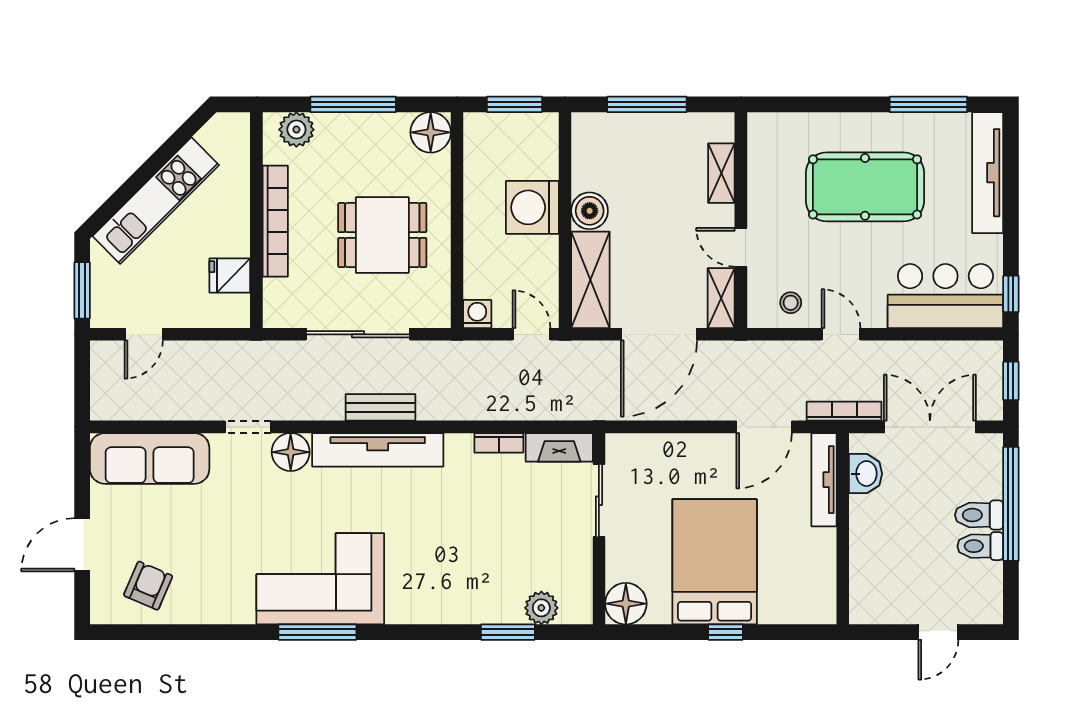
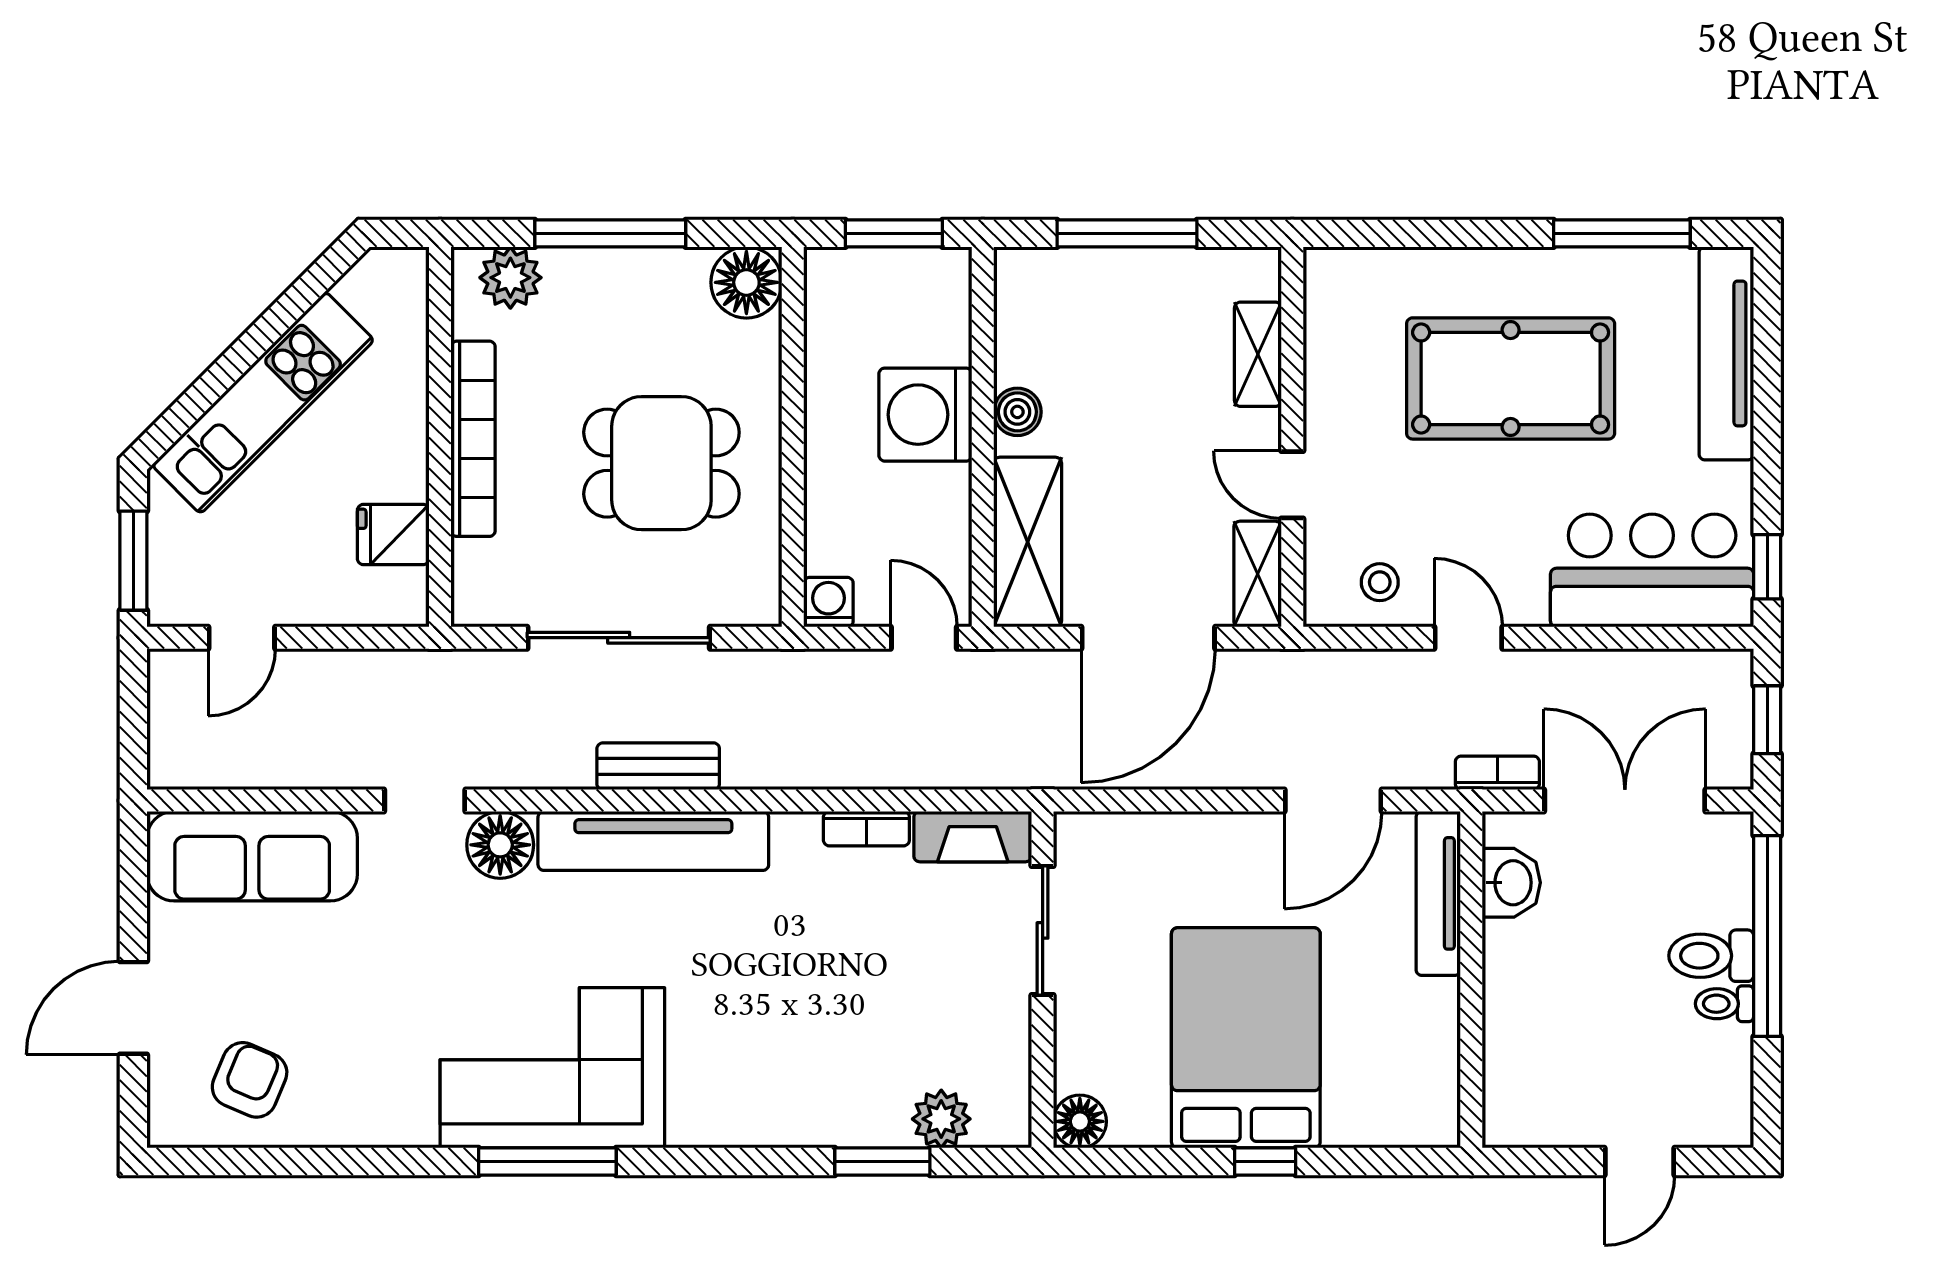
boiler: (590, 211) -> (1017, 412), width x0.73, depth x0.73
bookcase: (844, 411) -> (1497, 773), width x0.64
toilet: (980, 546) -> (1724, 1004), width x0.73, depth x0.72
floor lamp: (626, 604) -> (1080, 1121), width x0.73, depth x0.73

